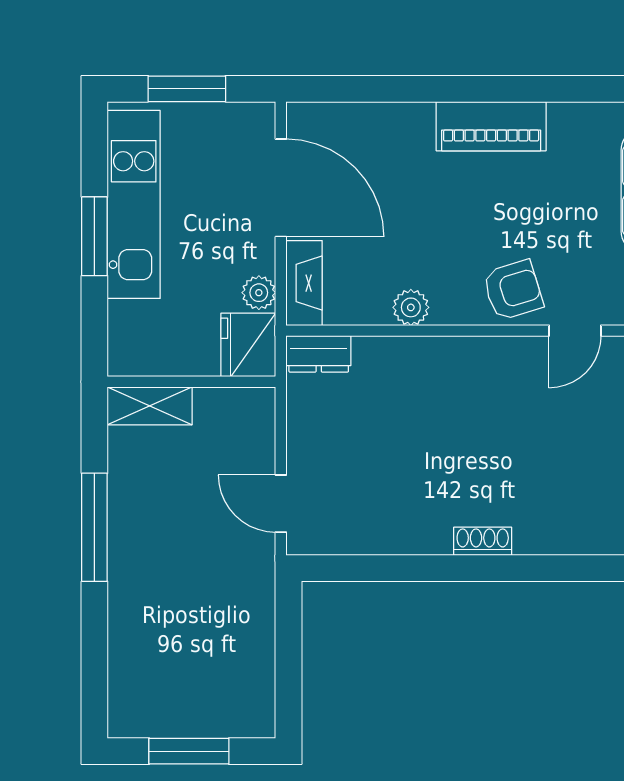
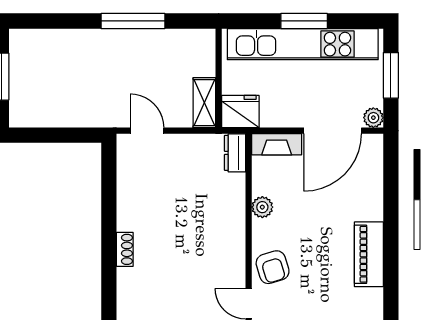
kitchen unit: (134, 204) -> (303, 44), width x1.36
plant: (259, 293) -> (373, 118), moved
shelving: (150, 406) -> (204, 103), moved
door: (281, 504) -> (147, 131), hinge flipped

